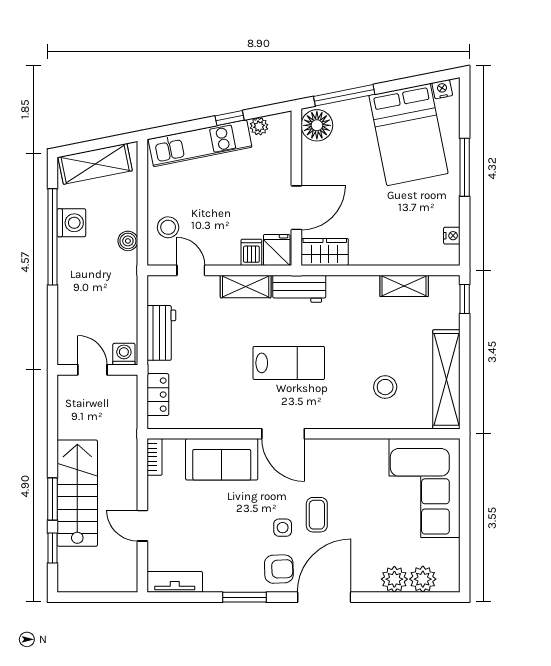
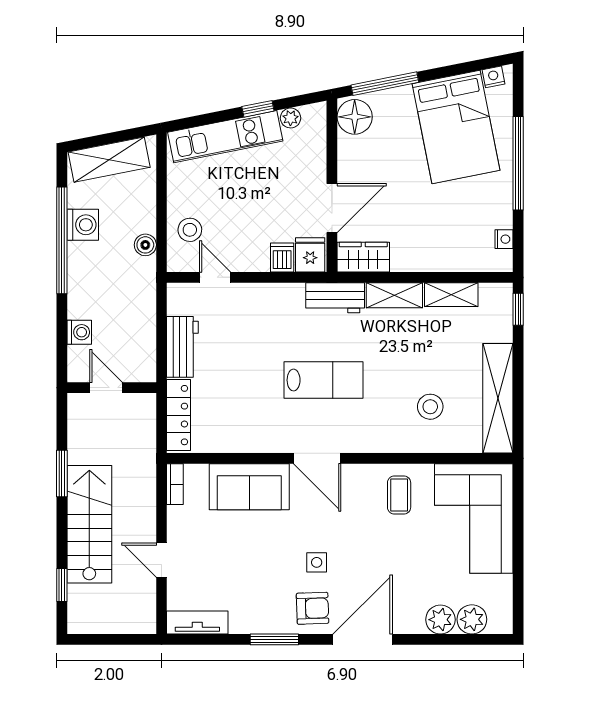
window: (465, 167) -> (518, 163), width x1.46
shelving: (246, 286) -> (394, 295), moved
washing machine: (124, 354) -> (79, 332), moved, turned 90
locker: (158, 395) -> (179, 415), width x1.53
window: (52, 499) -> (62, 473), moved
coffee table: (317, 515) -> (399, 495), moved

